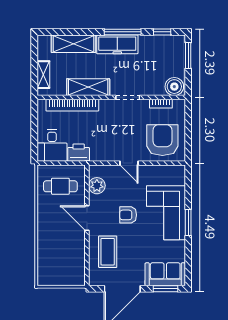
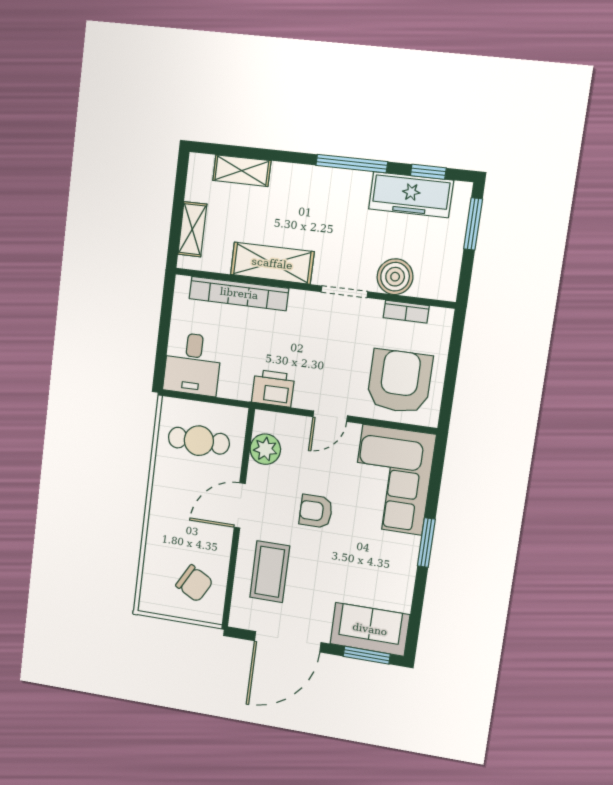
shelving: (74, 44) -> (242, 171), width x0.67, depth x0.75
freezer: (117, 44) -> (411, 195), moved
boiler: (174, 87) -> (395, 277), moved
printer: (79, 153) -> (273, 388), moved
door: (129, 163) -> (330, 416), hinge flipped
corner sofa: (166, 213) -> (392, 480), moved
door: (87, 218) -> (240, 505), hinge flipped
chair: (67, 265) -> (194, 583), added

